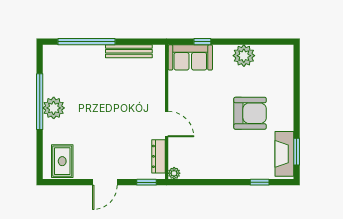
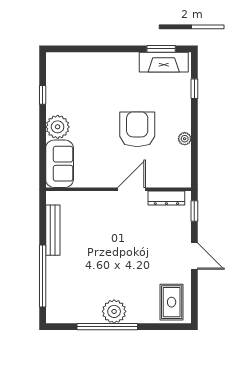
window: (202, 42) -> (43, 95), moved
plant: (244, 56) -> (58, 127), moved
armchair: (250, 113) -> (137, 129), moved
rug: (62, 161) -> (172, 302), turned 90
plant: (174, 173) -> (185, 139), moved

